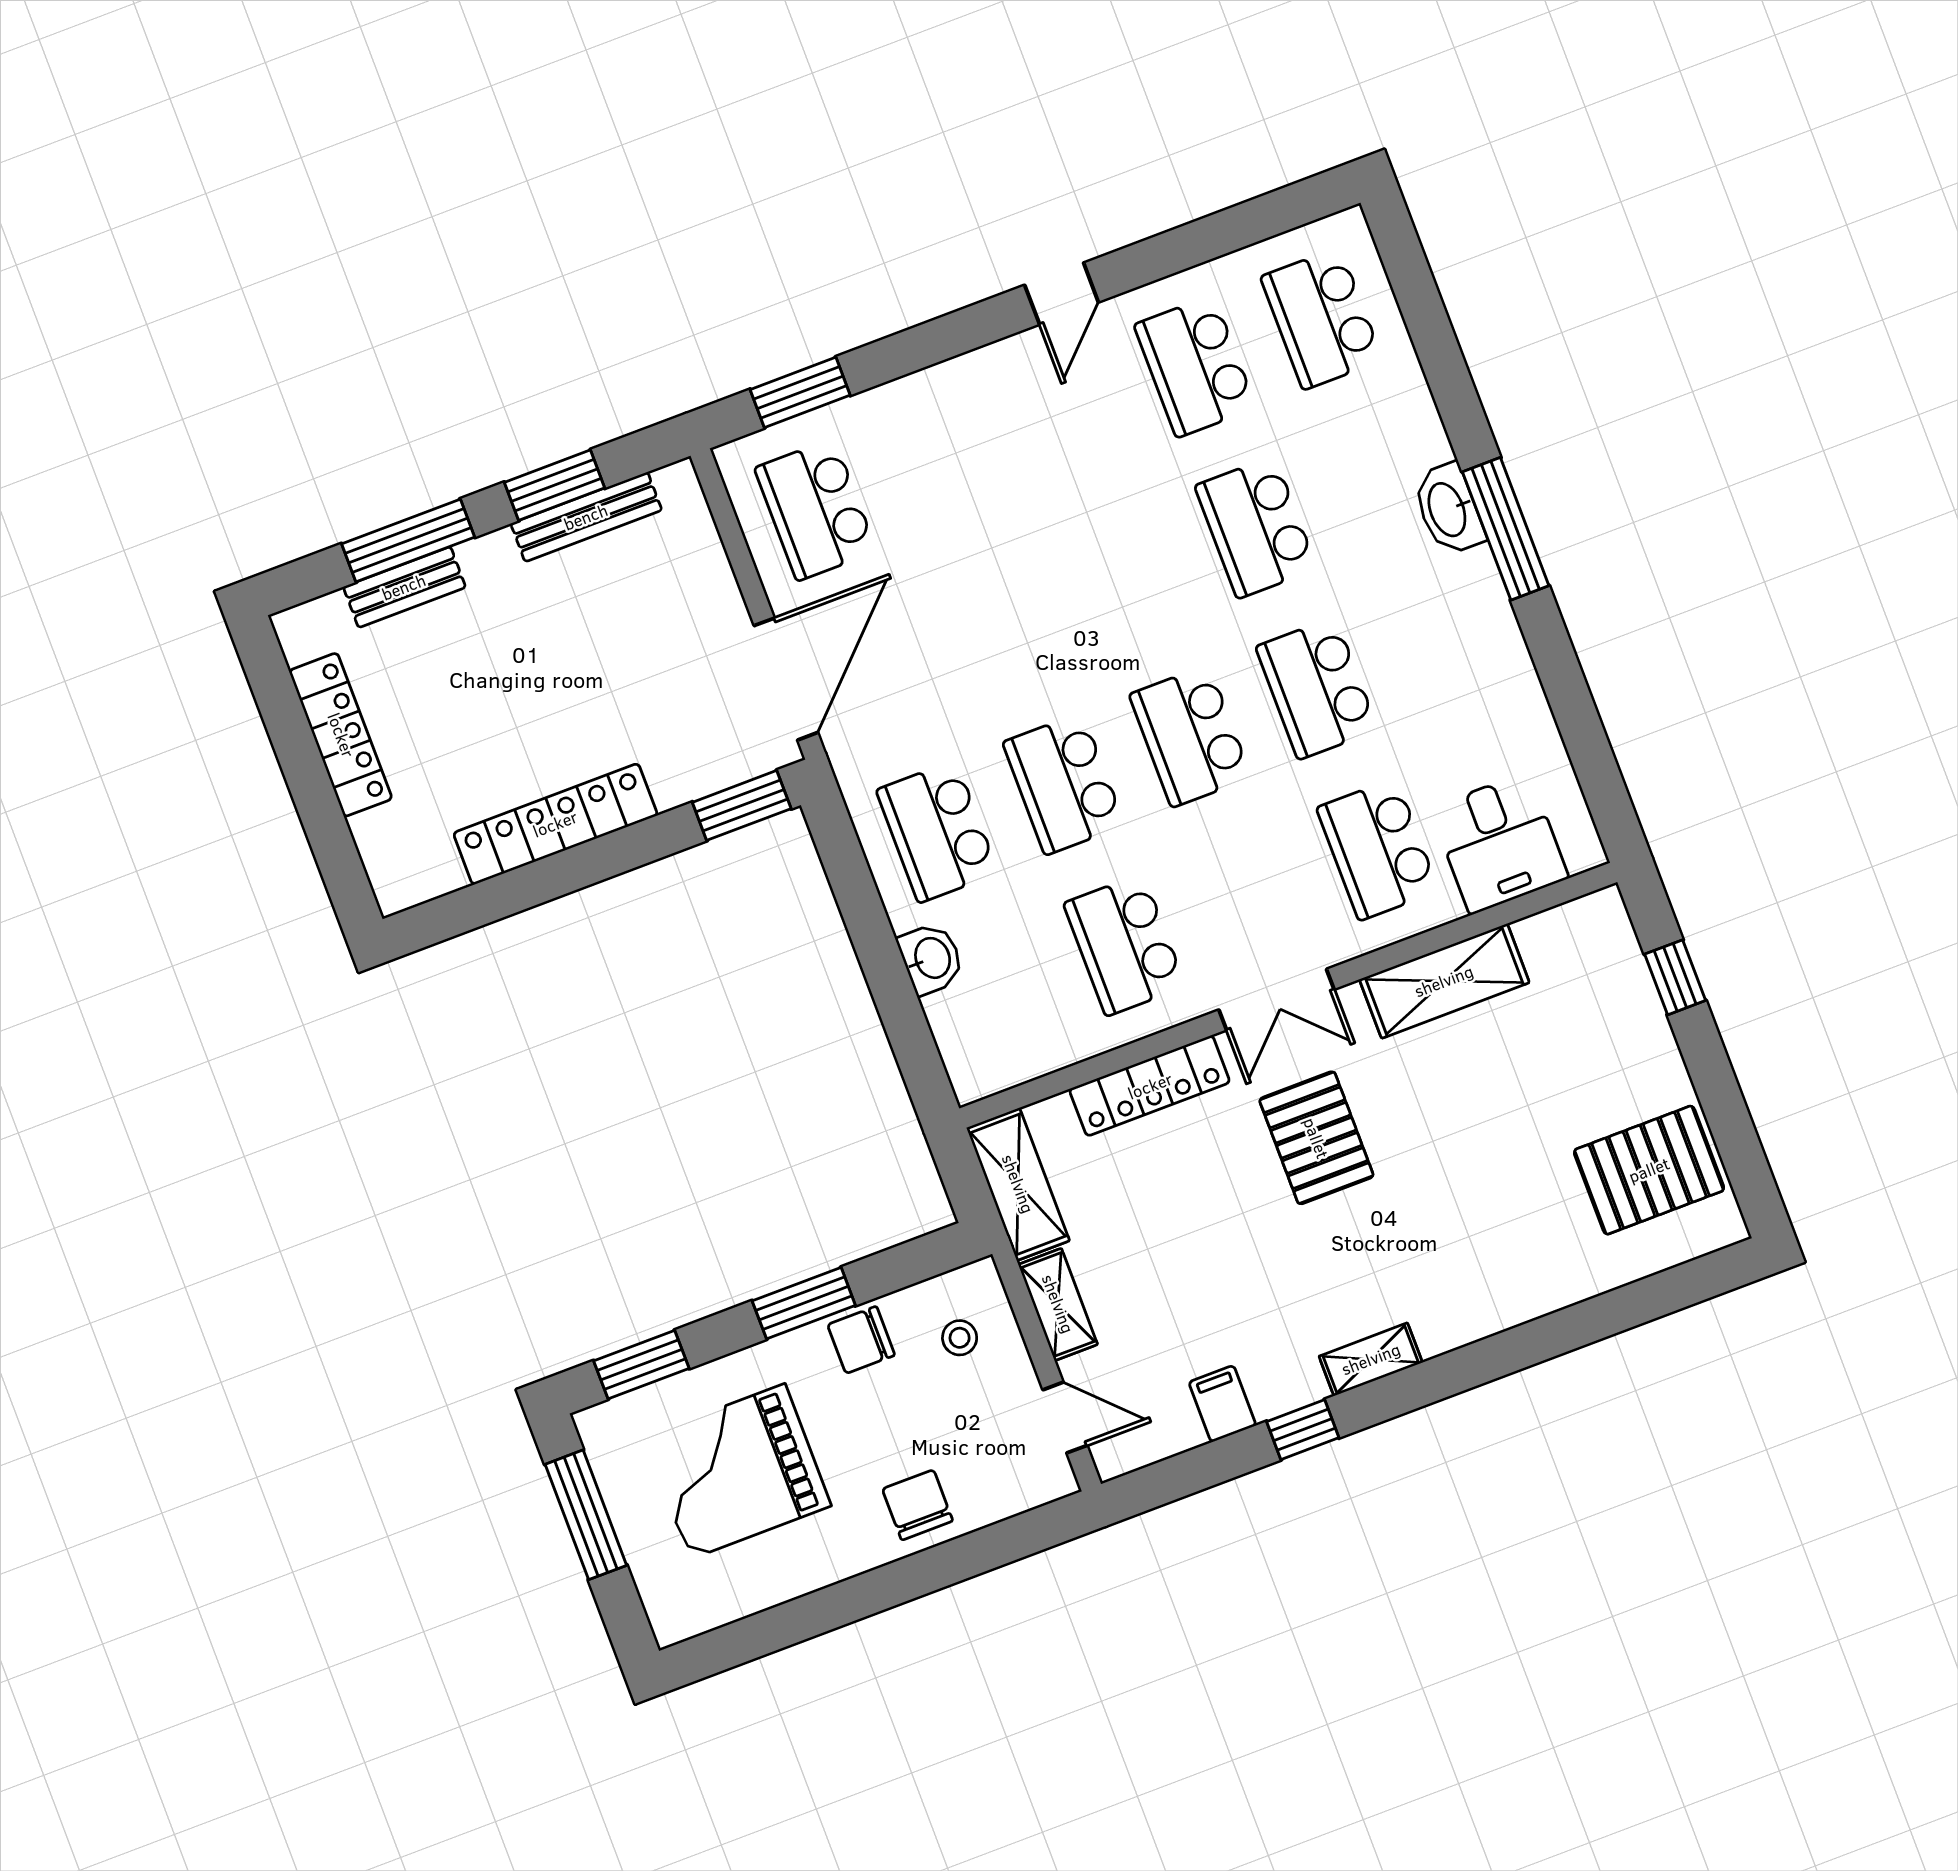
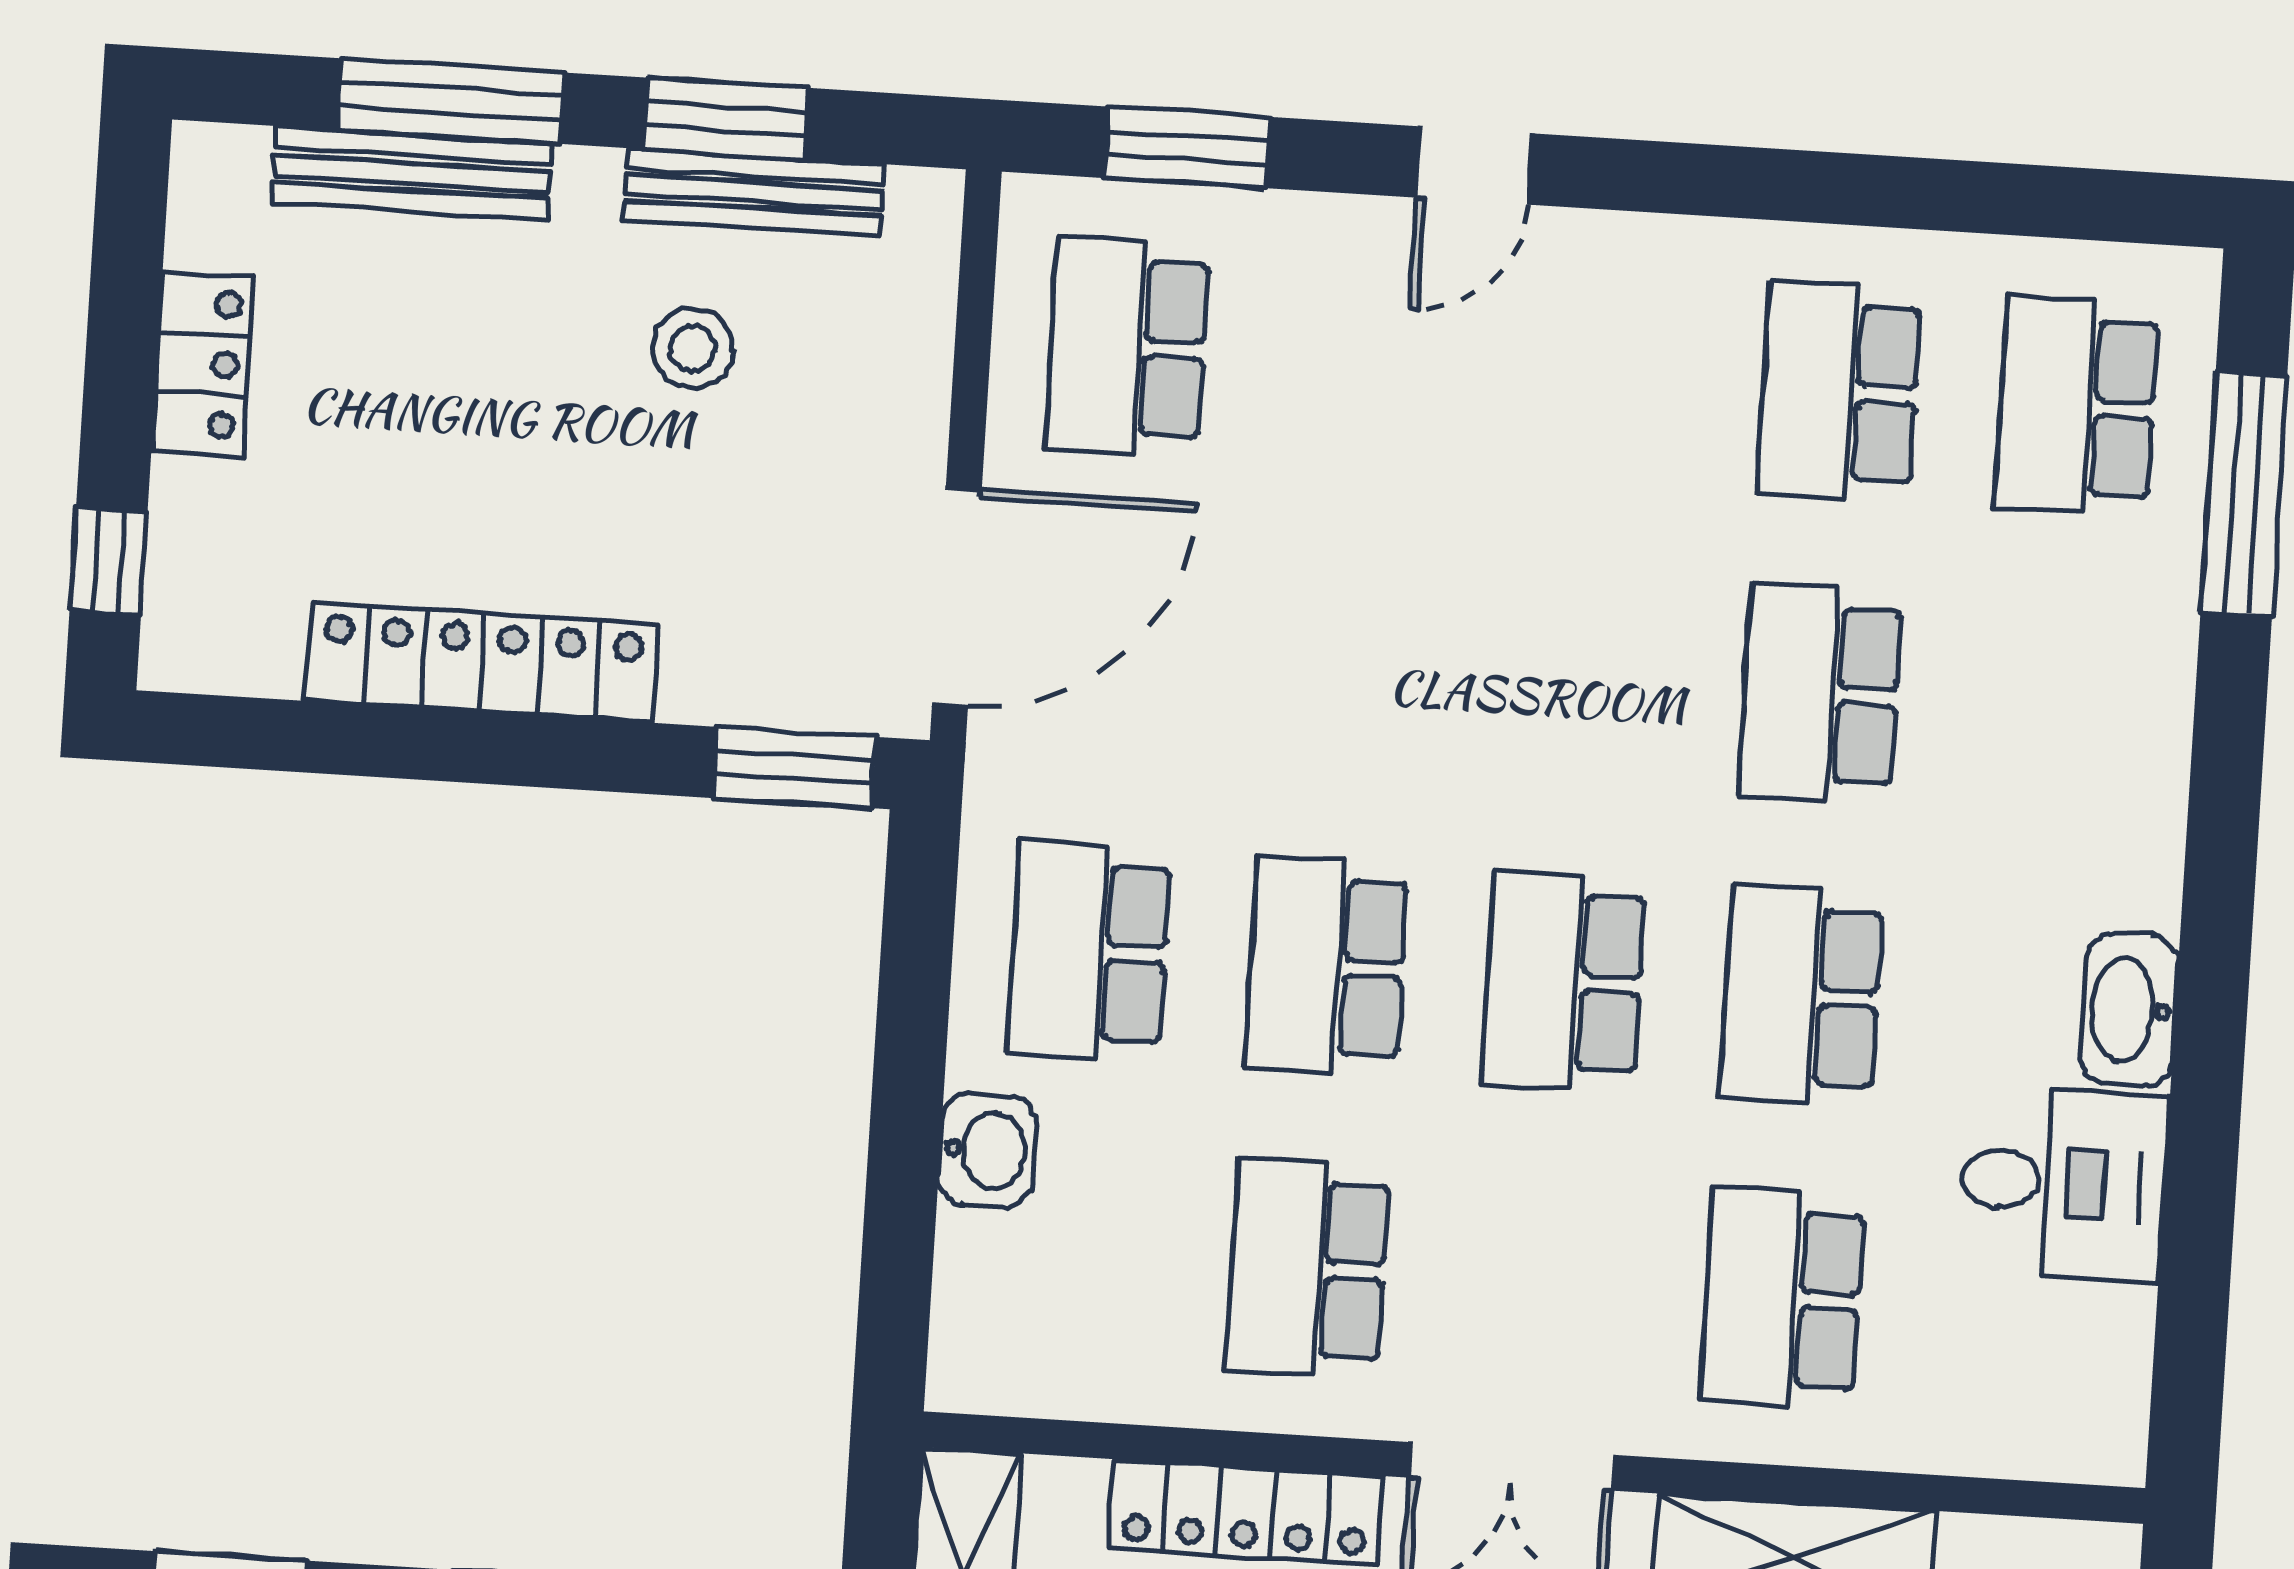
door: (1062, 294) -> (1474, 166), moved
washbasin: (1448, 509) -> (2129, 1010), moved
window: (1506, 529) -> (2244, 494), moved
bench: (404, 587) -> (412, 173), width x1.36
stool: (591, 612) -> (693, 348), added
locker: (341, 735) -> (202, 364), width x0.66
desk: (1499, 843) -> (2063, 1183), moved, turned -90
window: (338, 859) -> (108, 561), added

